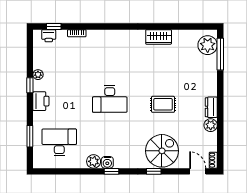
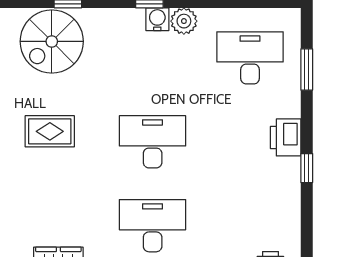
desk: (110, 55) -> (153, 226), added
plant: (38, 75) -> (291, 189), removed
desk: (59, 142) -> (250, 58), turned 180

